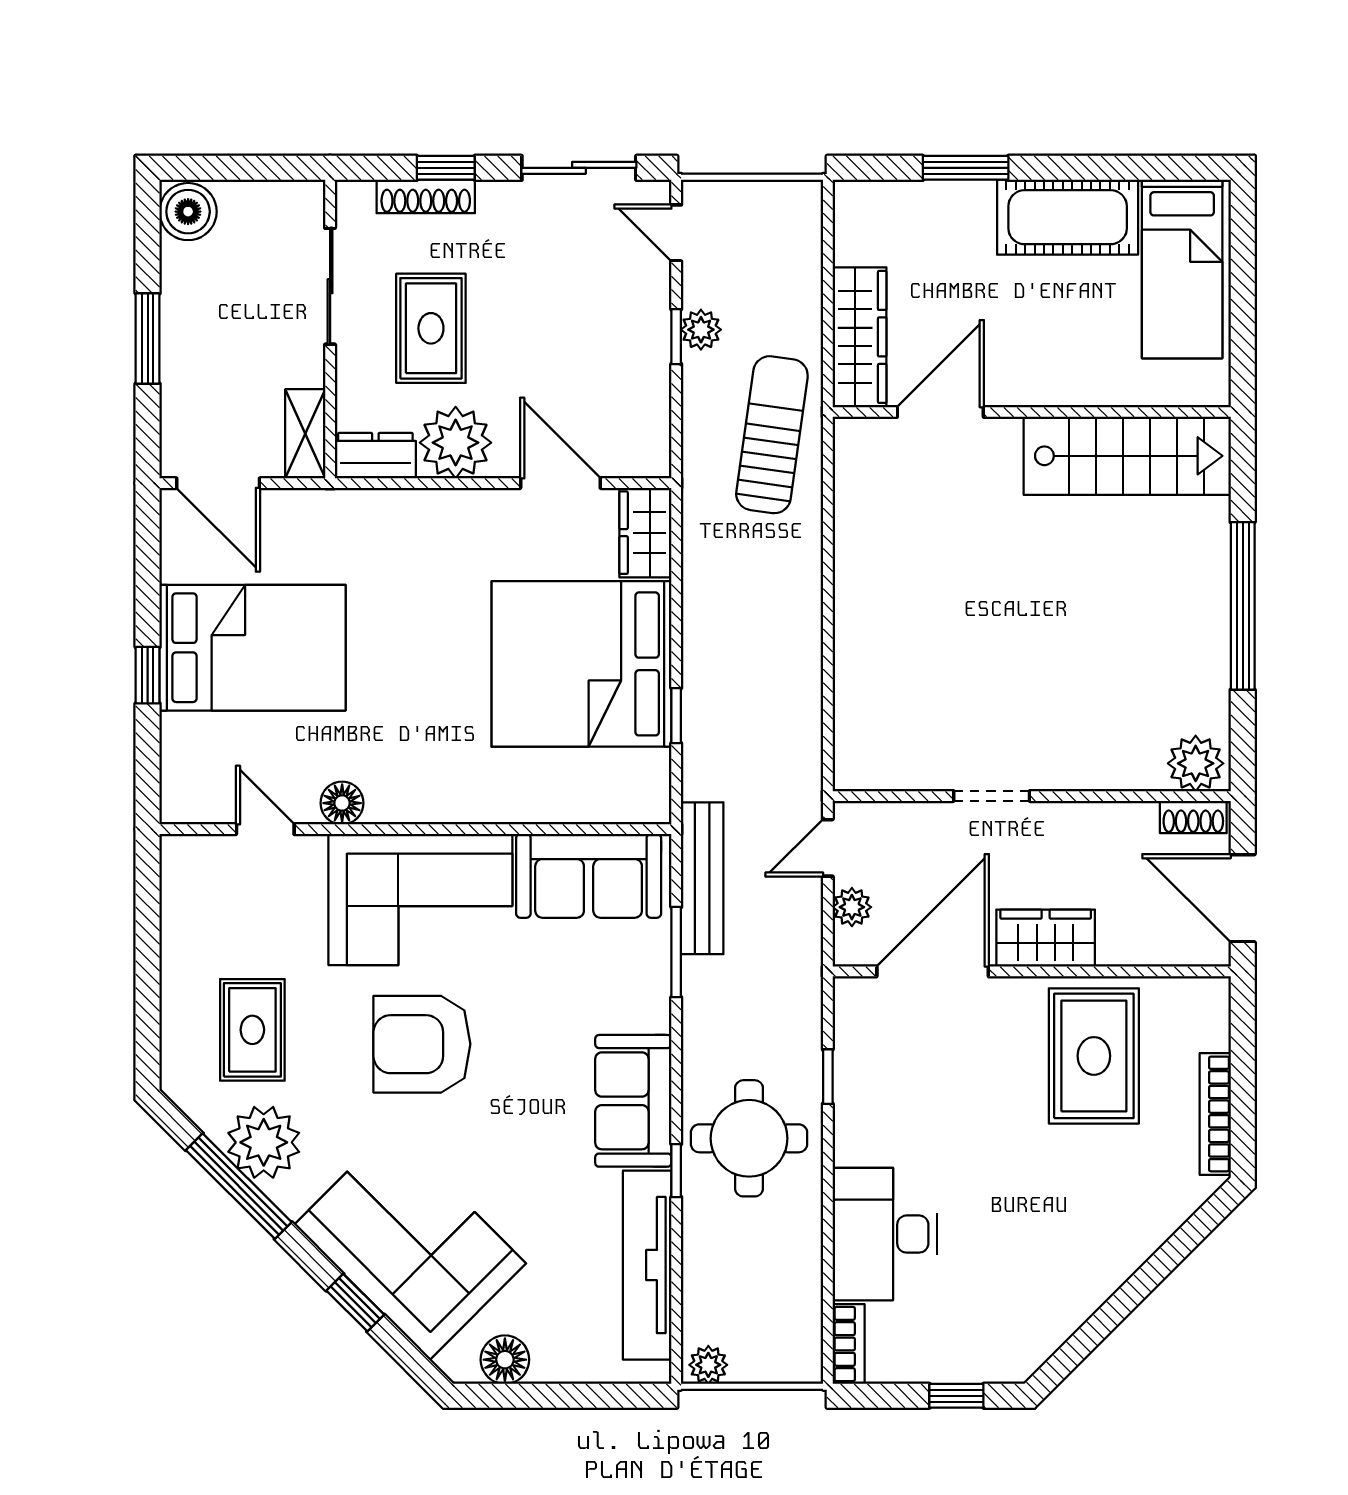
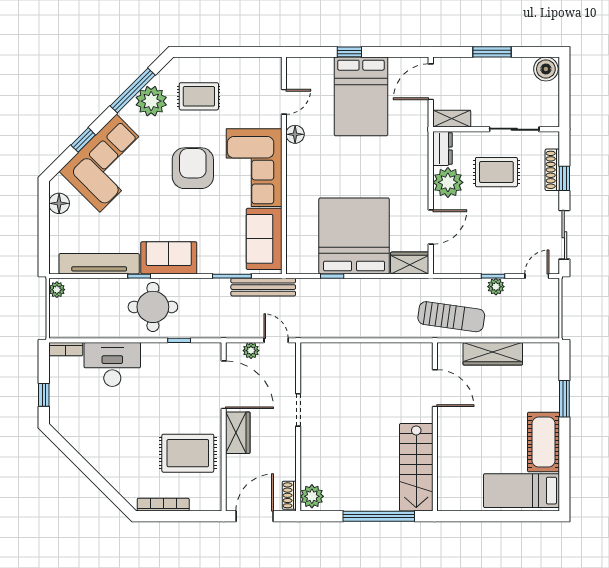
door: (940, 412) -> (435, 388), moved
wall: (1032, 412) -> (435, 427), moved
stairs: (1127, 456) -> (416, 467), moved

